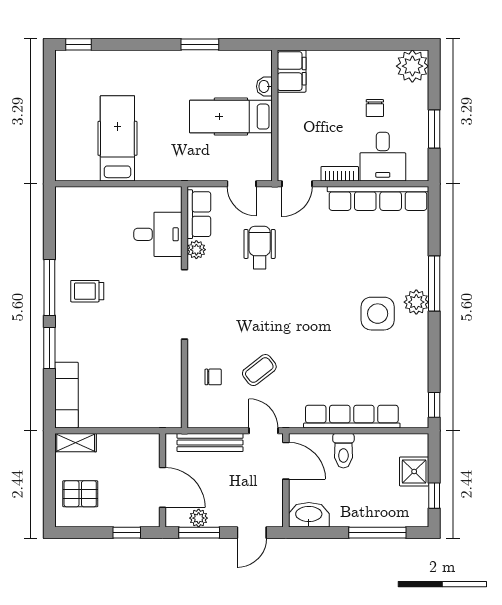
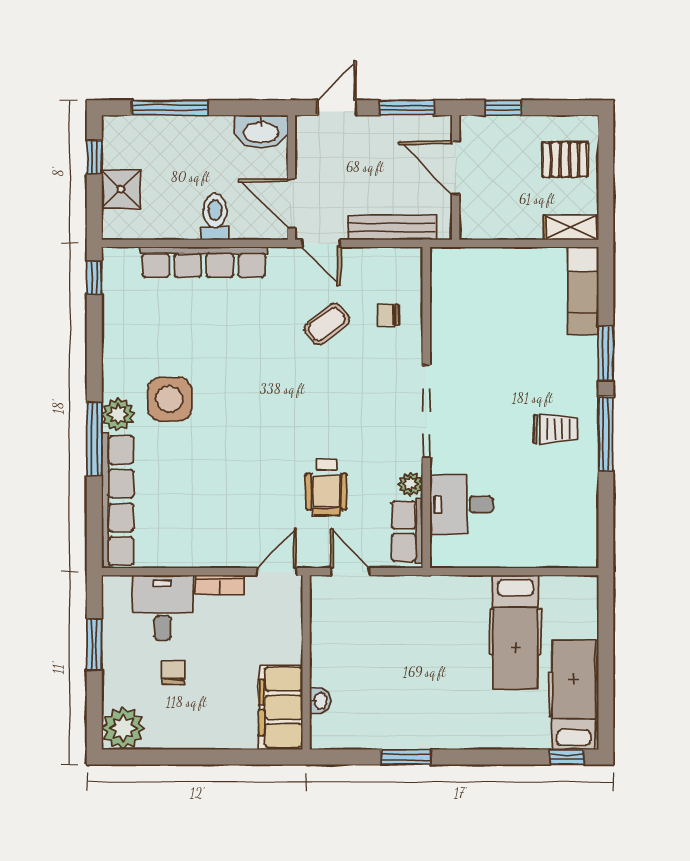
filing cabinet: (292, 71) -> (281, 707), width x1.50, depth x1.17
hospital bed: (231, 117) -> (574, 695), moved, turned -90
row of seats: (378, 199) -> (118, 501), moved, turned 90
plant: (199, 518) -> (408, 127), removed

